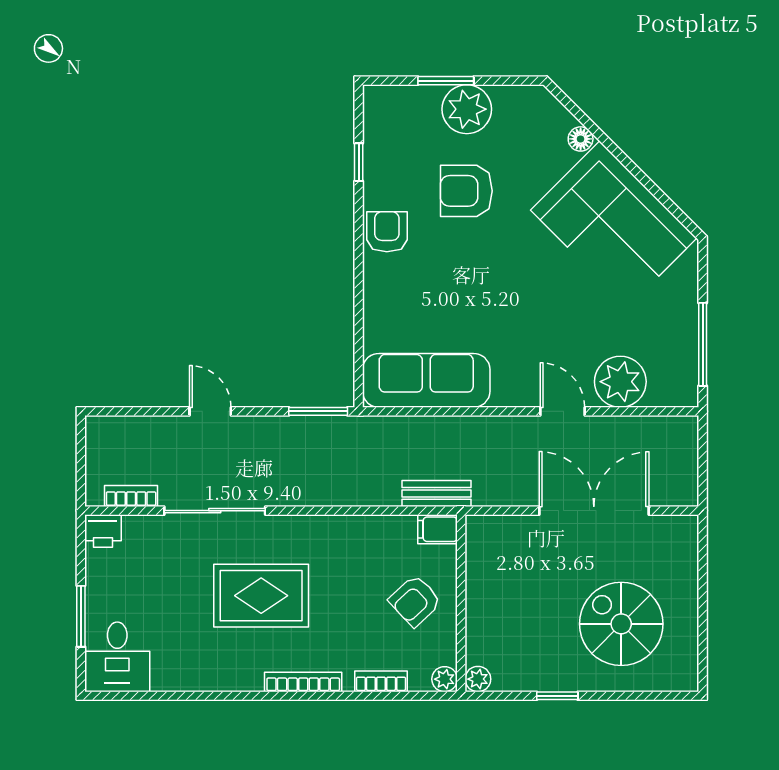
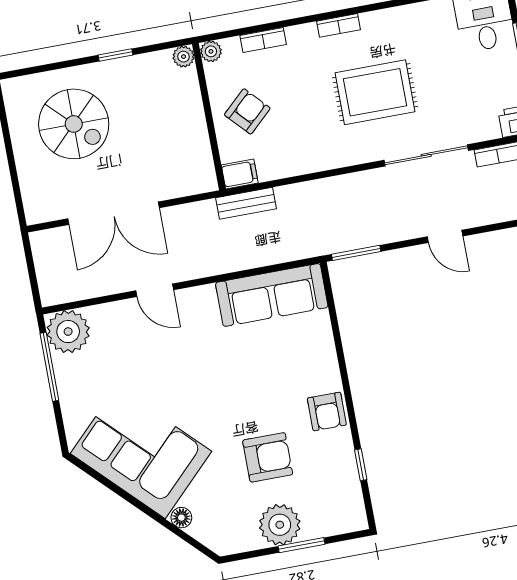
plant: (620, 382) -> (68, 332), moved
bookcase: (303, 682) -> (339, 25), width x0.64

